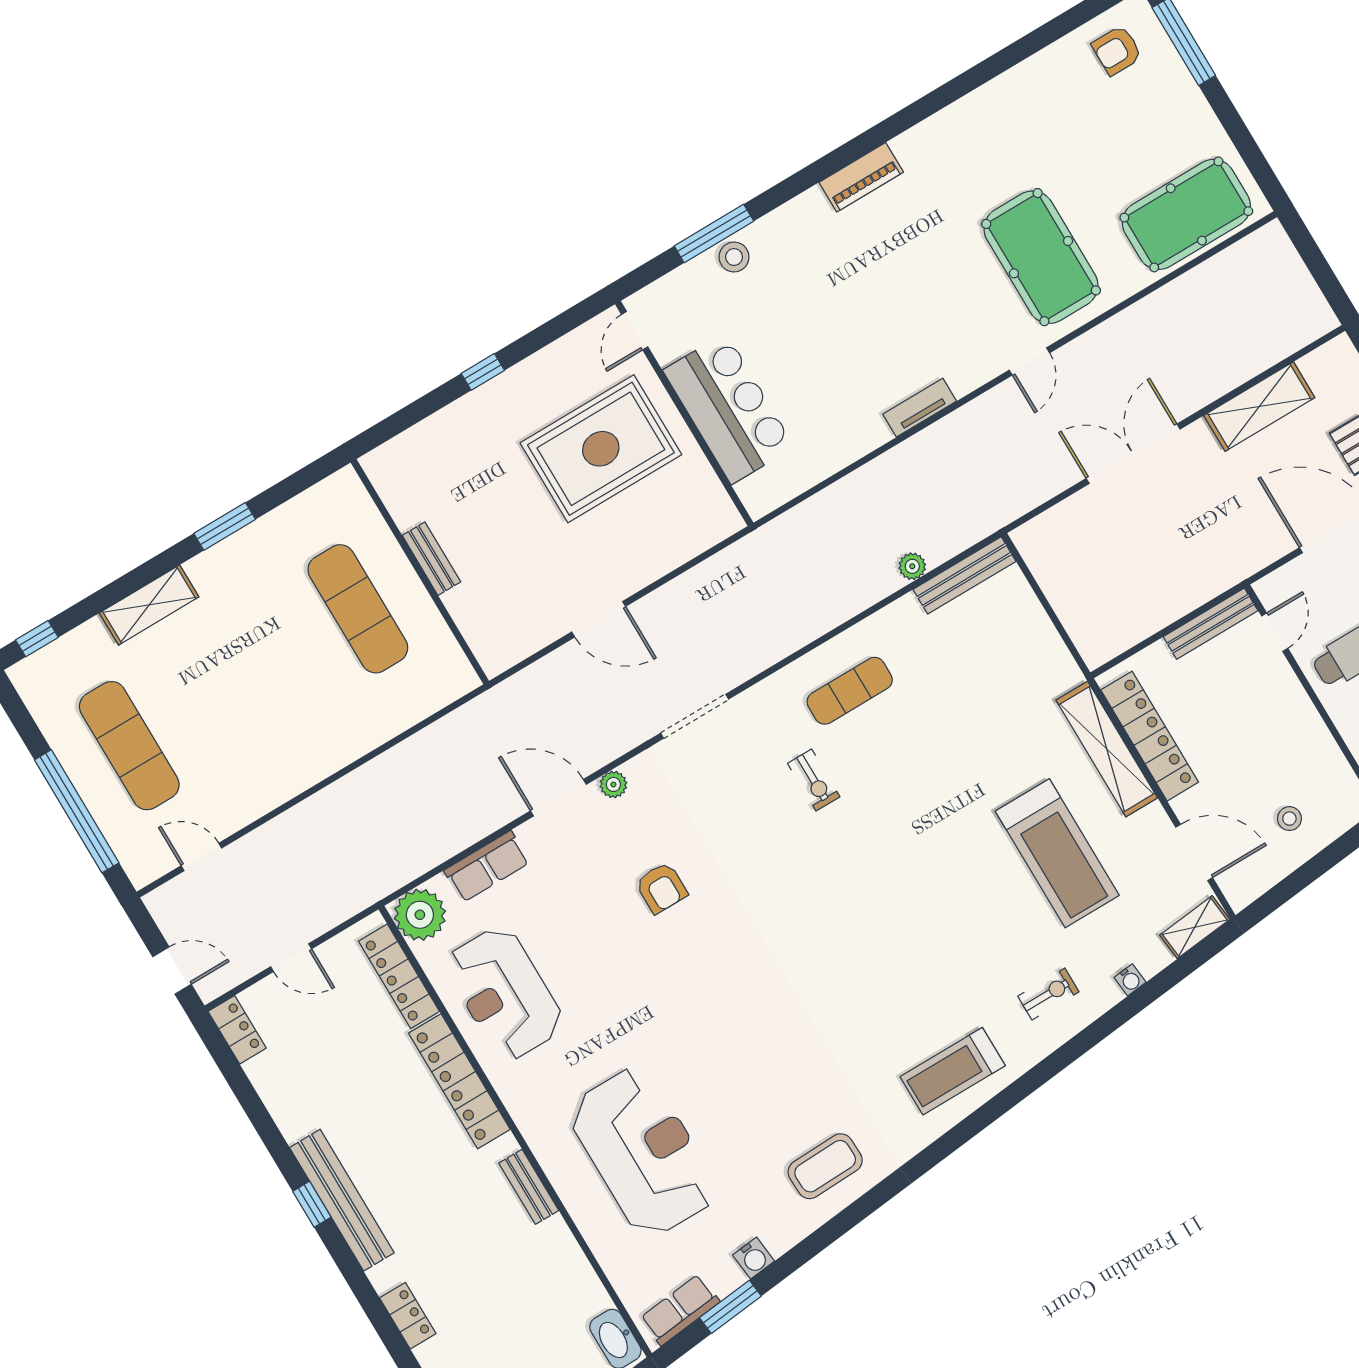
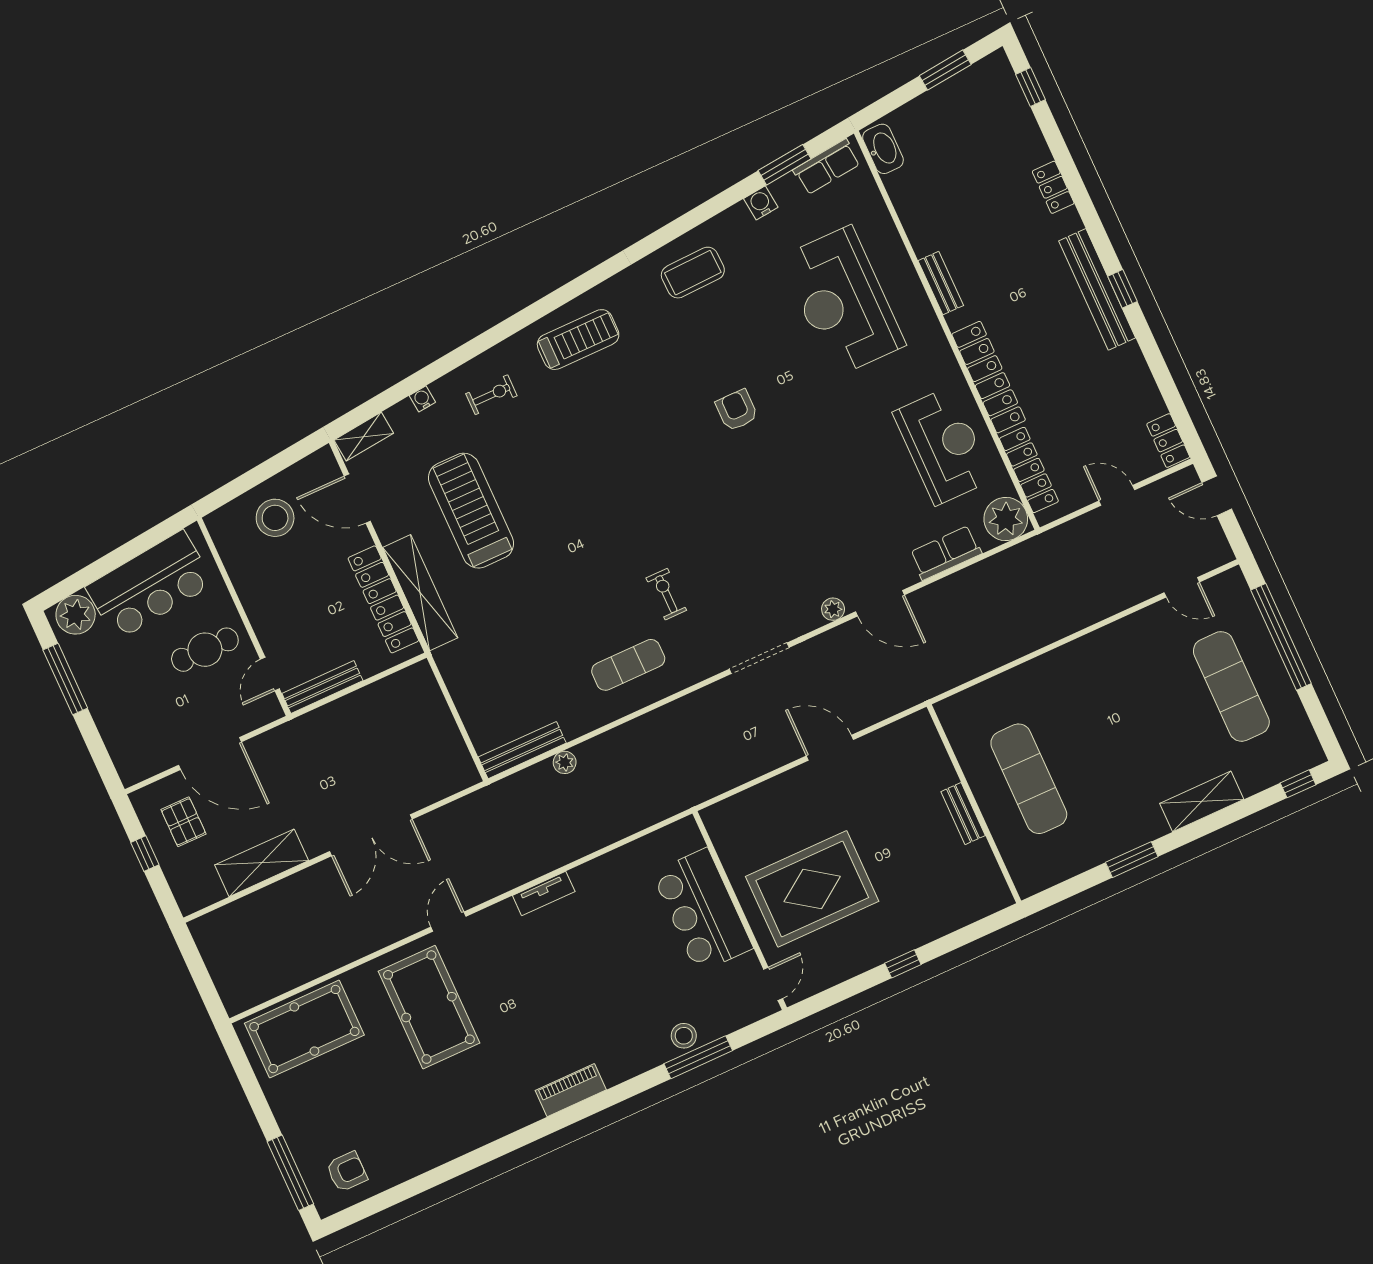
stool: (1289, 819) -> (275, 518), width x1.89, depth x1.89
armchair: (661, 888) -> (737, 410), moved
exercise bike: (1048, 994) -> (491, 395), turned 180

